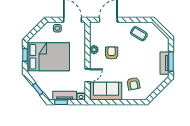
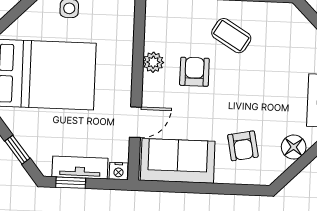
coffee table: (139, 34) -> (231, 36), moved
floor lamp: (155, 83) -> (294, 147), added

